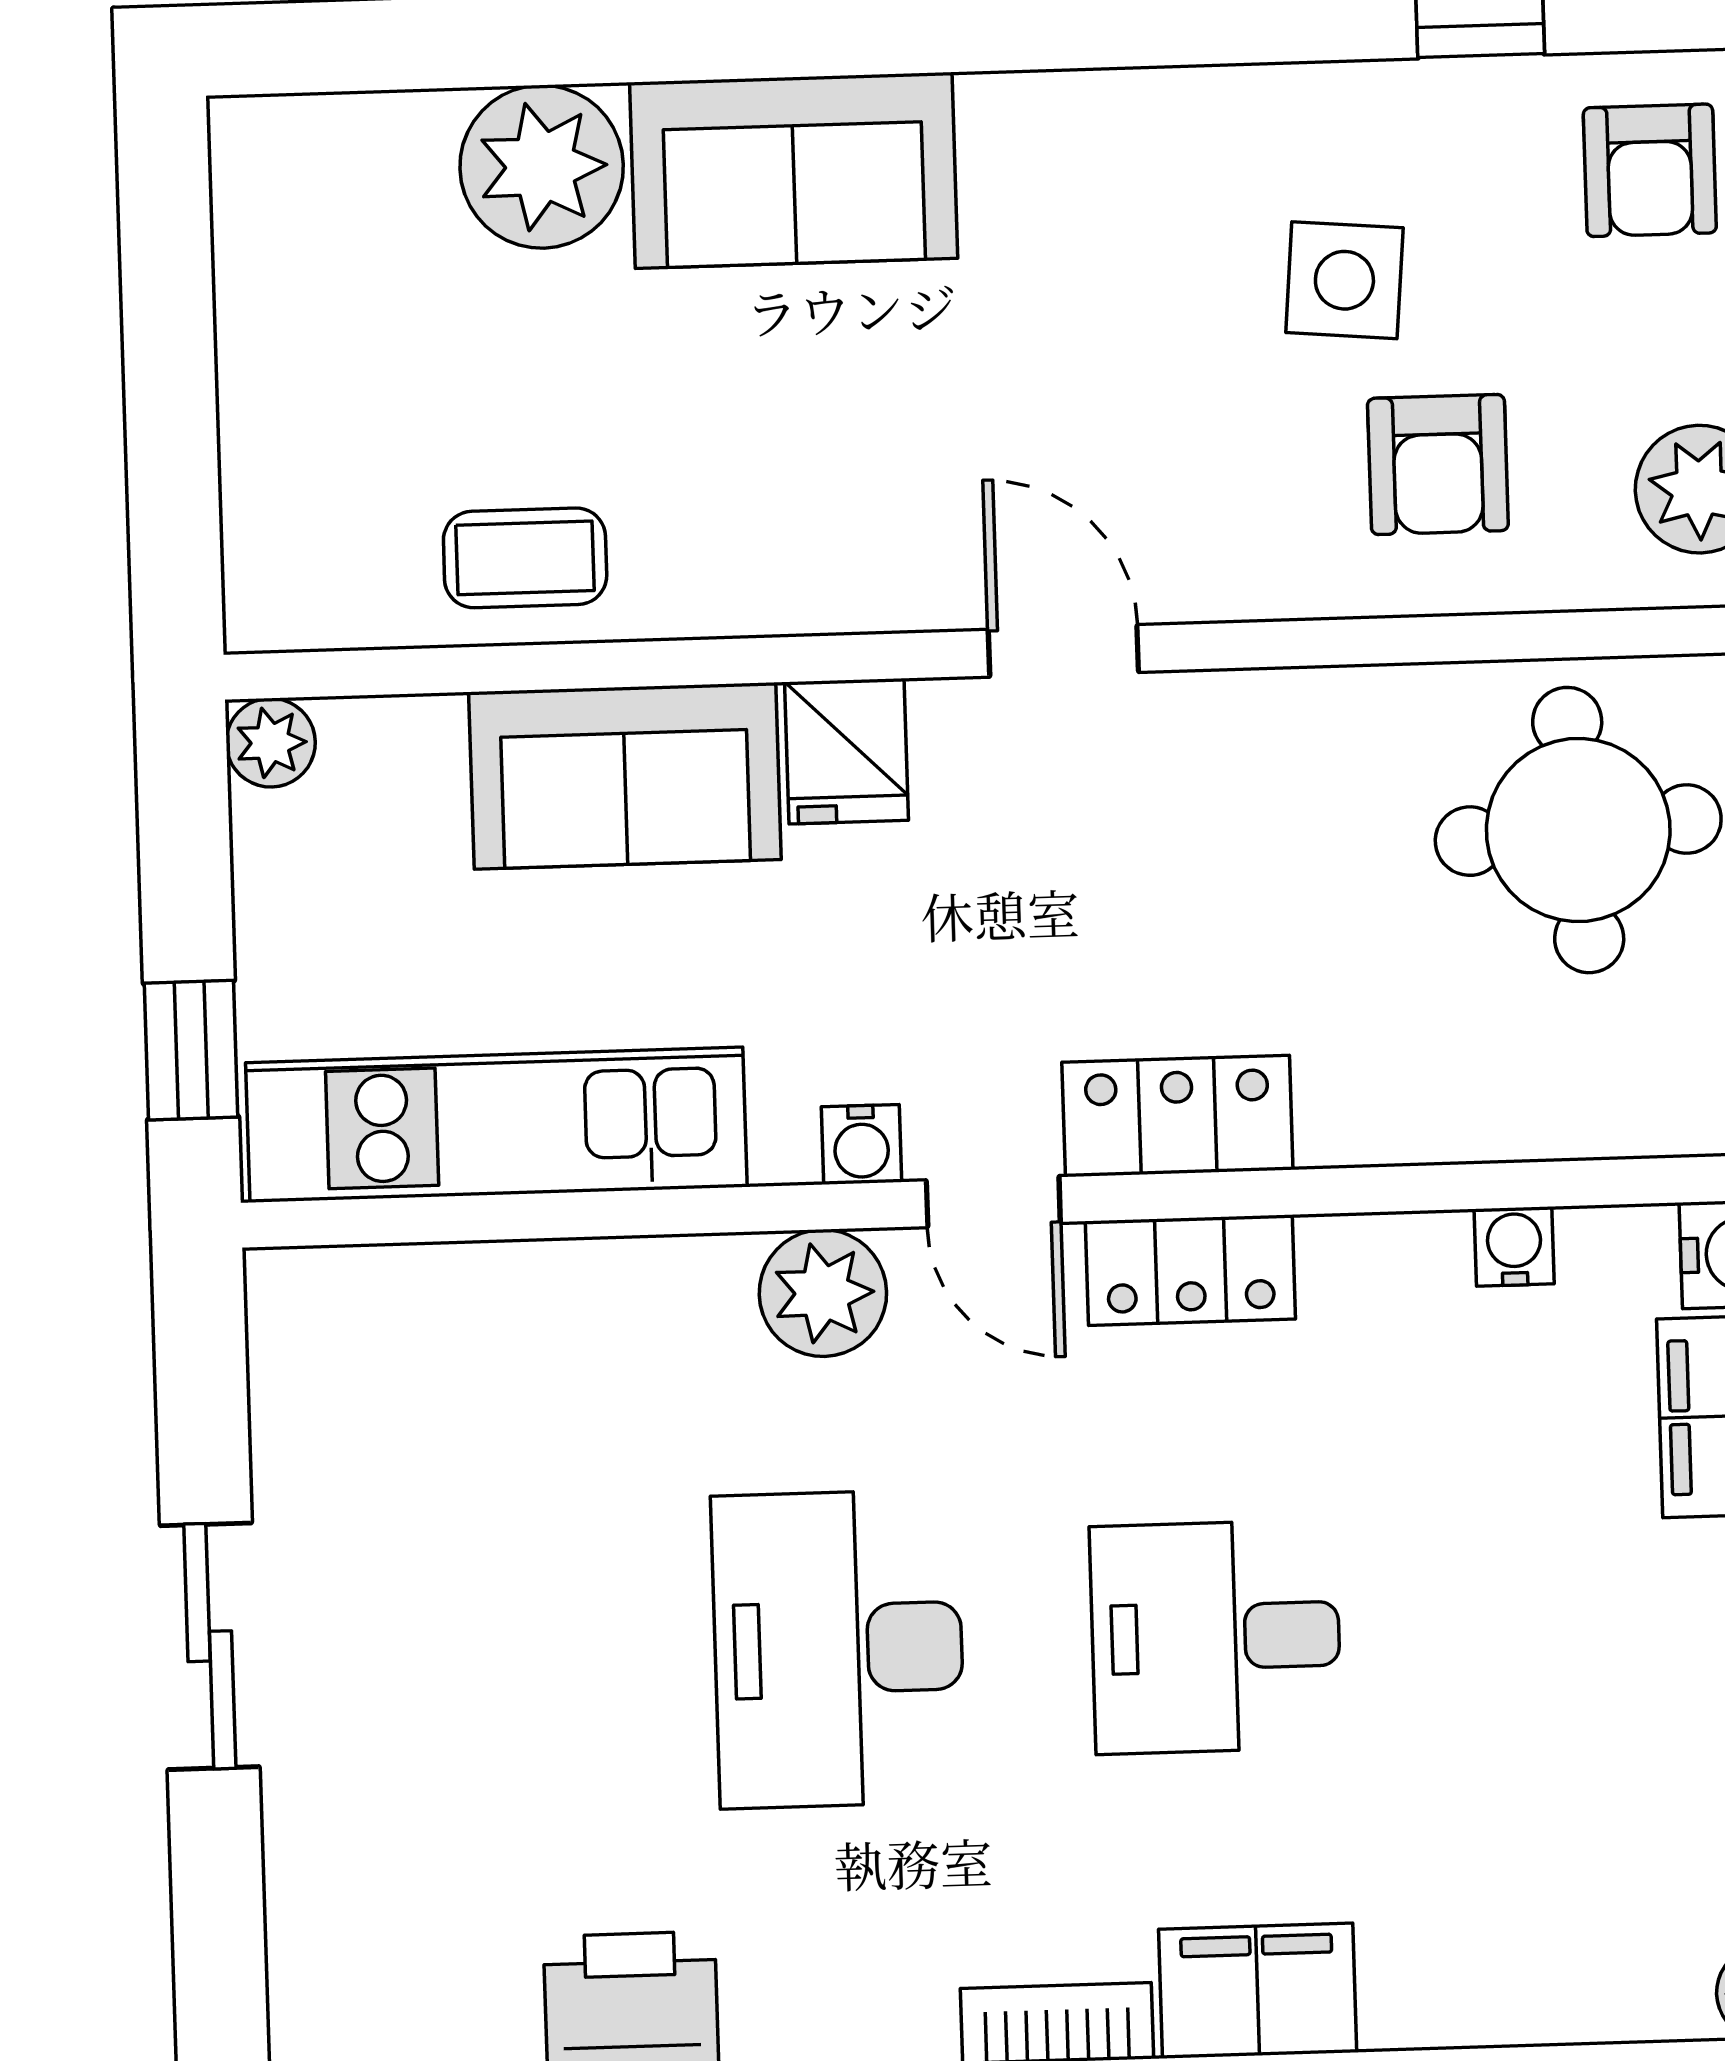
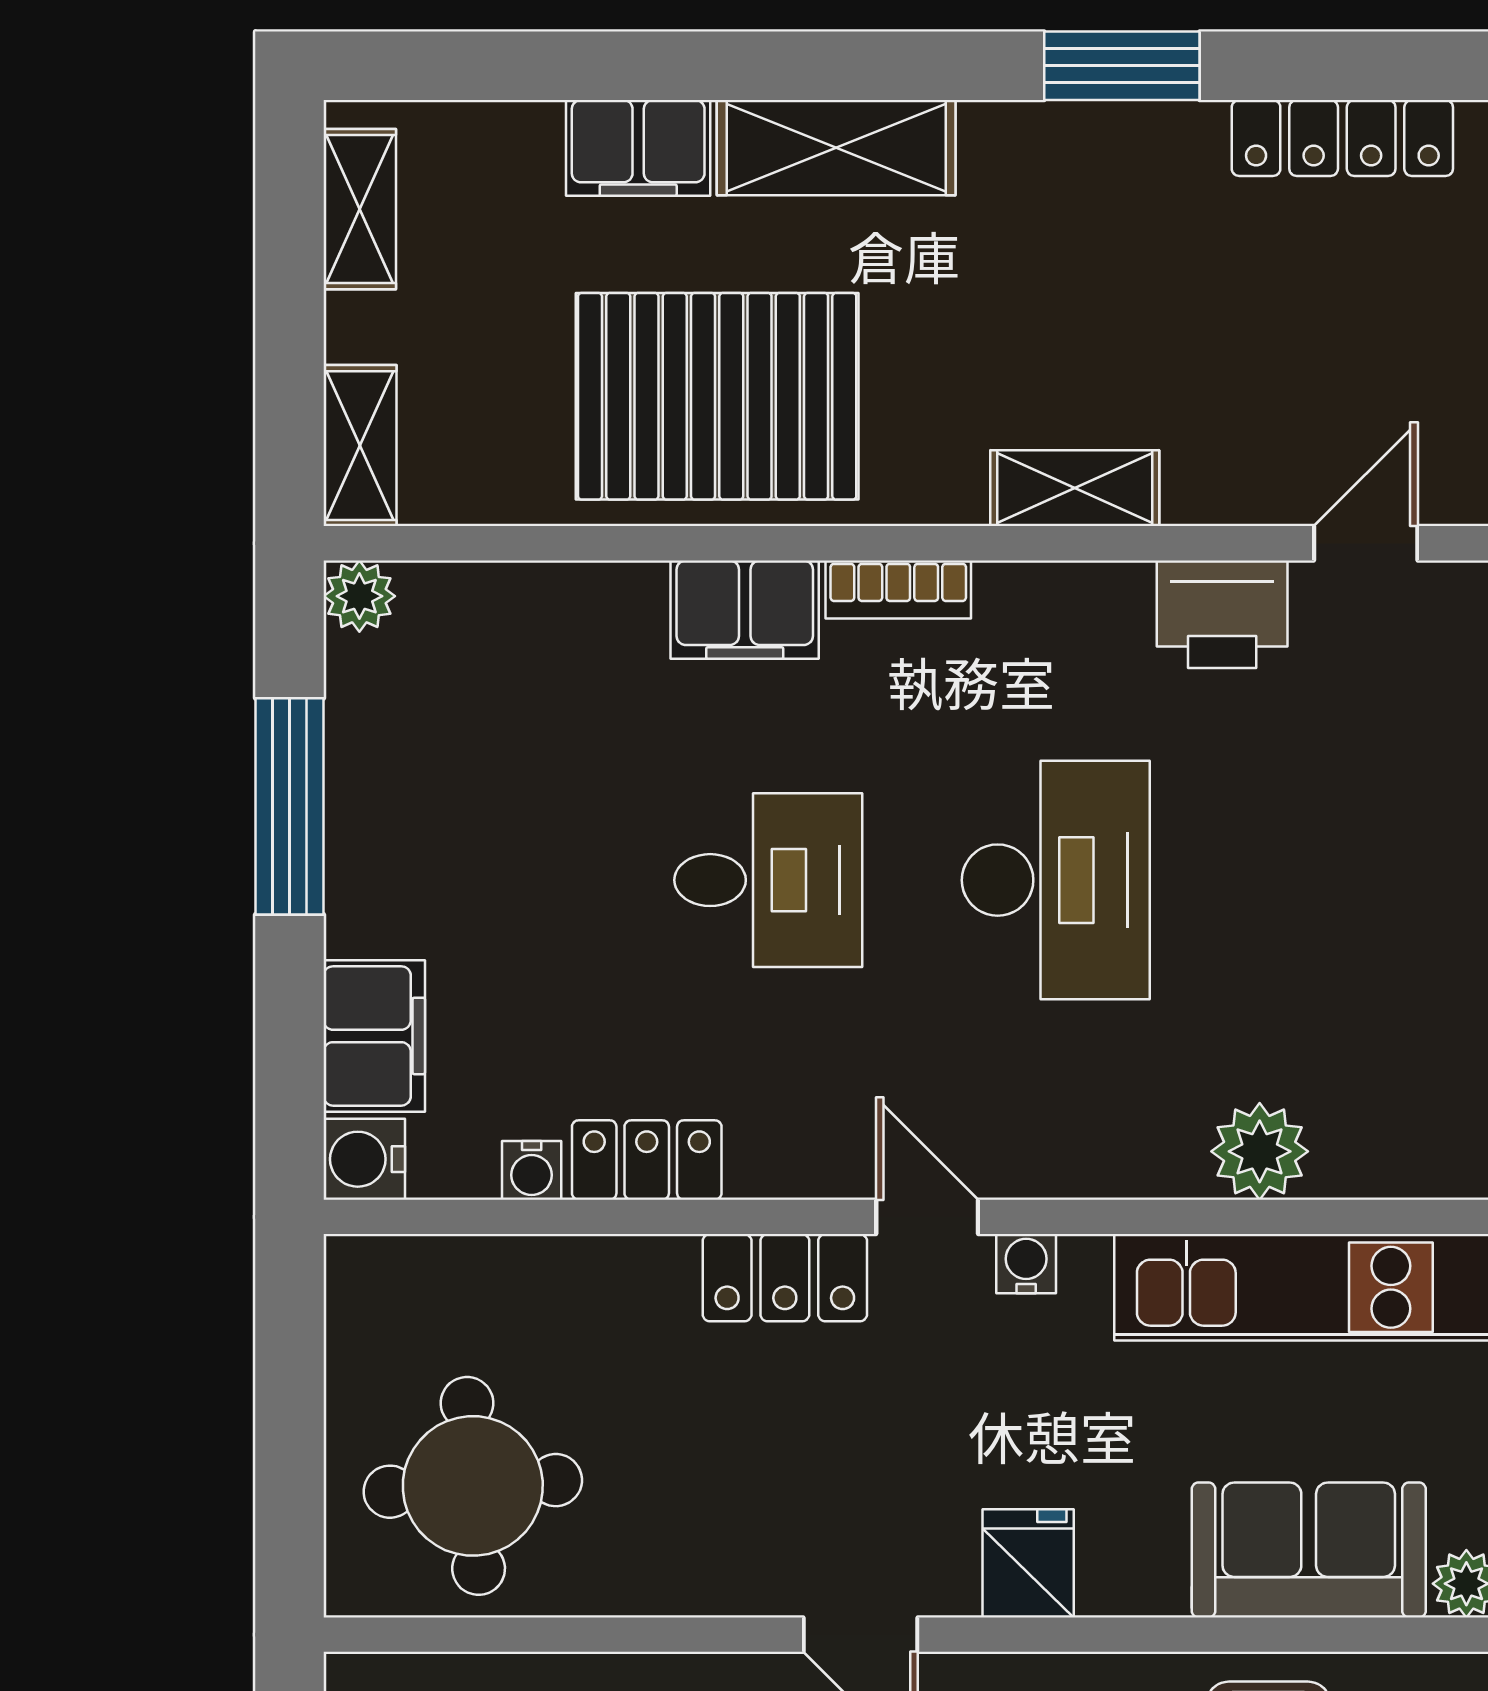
sofa: (625, 776) -> (1309, 1550), moved
locker: (1190, 1270) -> (647, 1160), moved
plant: (823, 1293) -> (1260, 1151), moved

